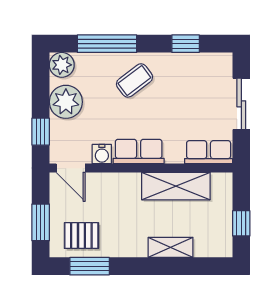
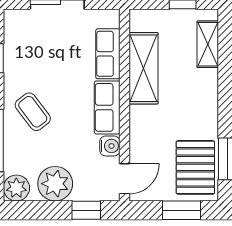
row of seats: (209, 152) -> (108, 54), moved
pallet: (81, 236) -> (195, 167), width x1.50, depth x1.42
shelving: (171, 247) -> (208, 44), moved

